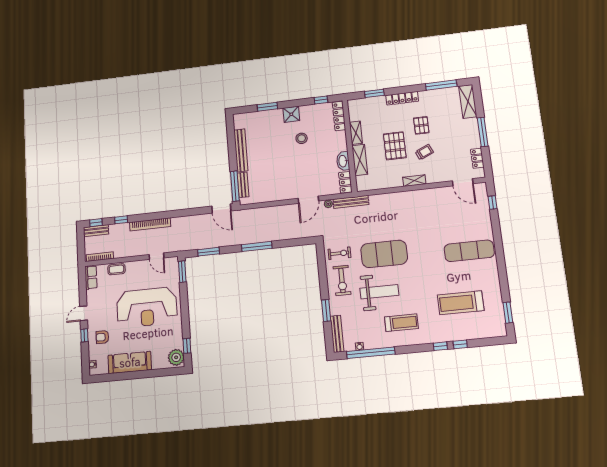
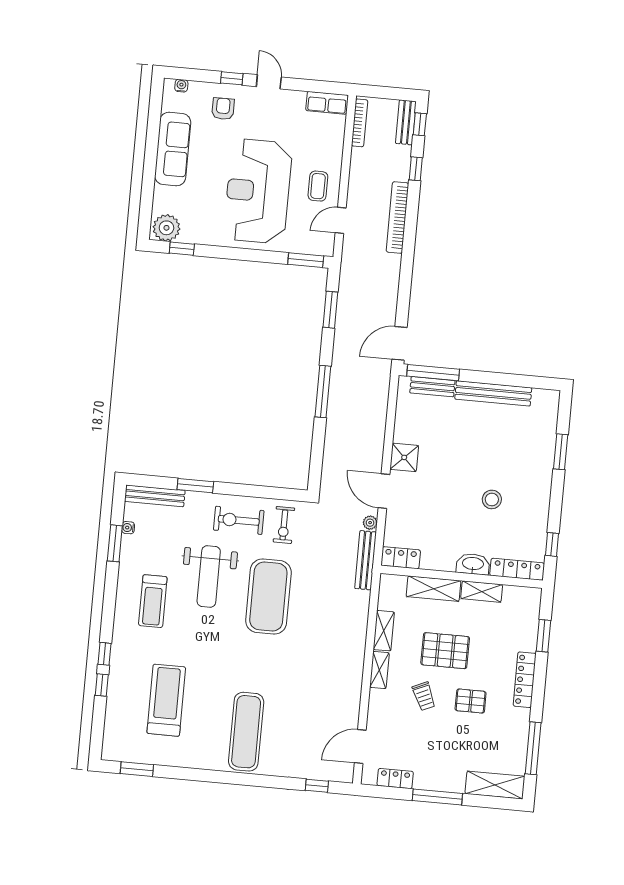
shower: (291, 114) -> (404, 457), moved
washbasin: (343, 161) -> (473, 564), moved
shelving: (390, 183) -> (384, 631), added
coffee table: (116, 269) -> (318, 186), moved
window: (371, 353) -> (115, 543), width x0.47

